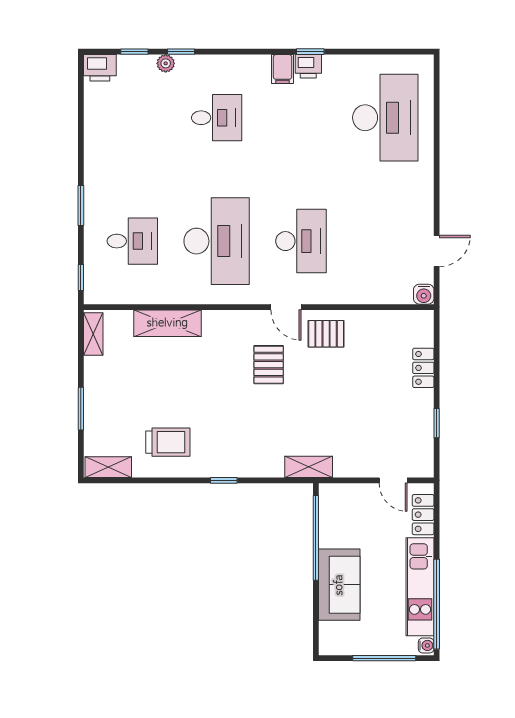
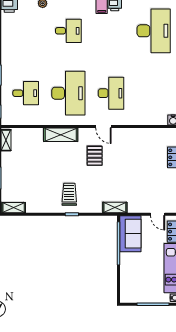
shelving: (167, 323) -> (61, 135), moved
pallet: (326, 334) -> (124, 140), removed
trolley: (168, 442) -> (69, 194), moved, turned -90
sofa: (339, 585) -> (130, 234), moved

